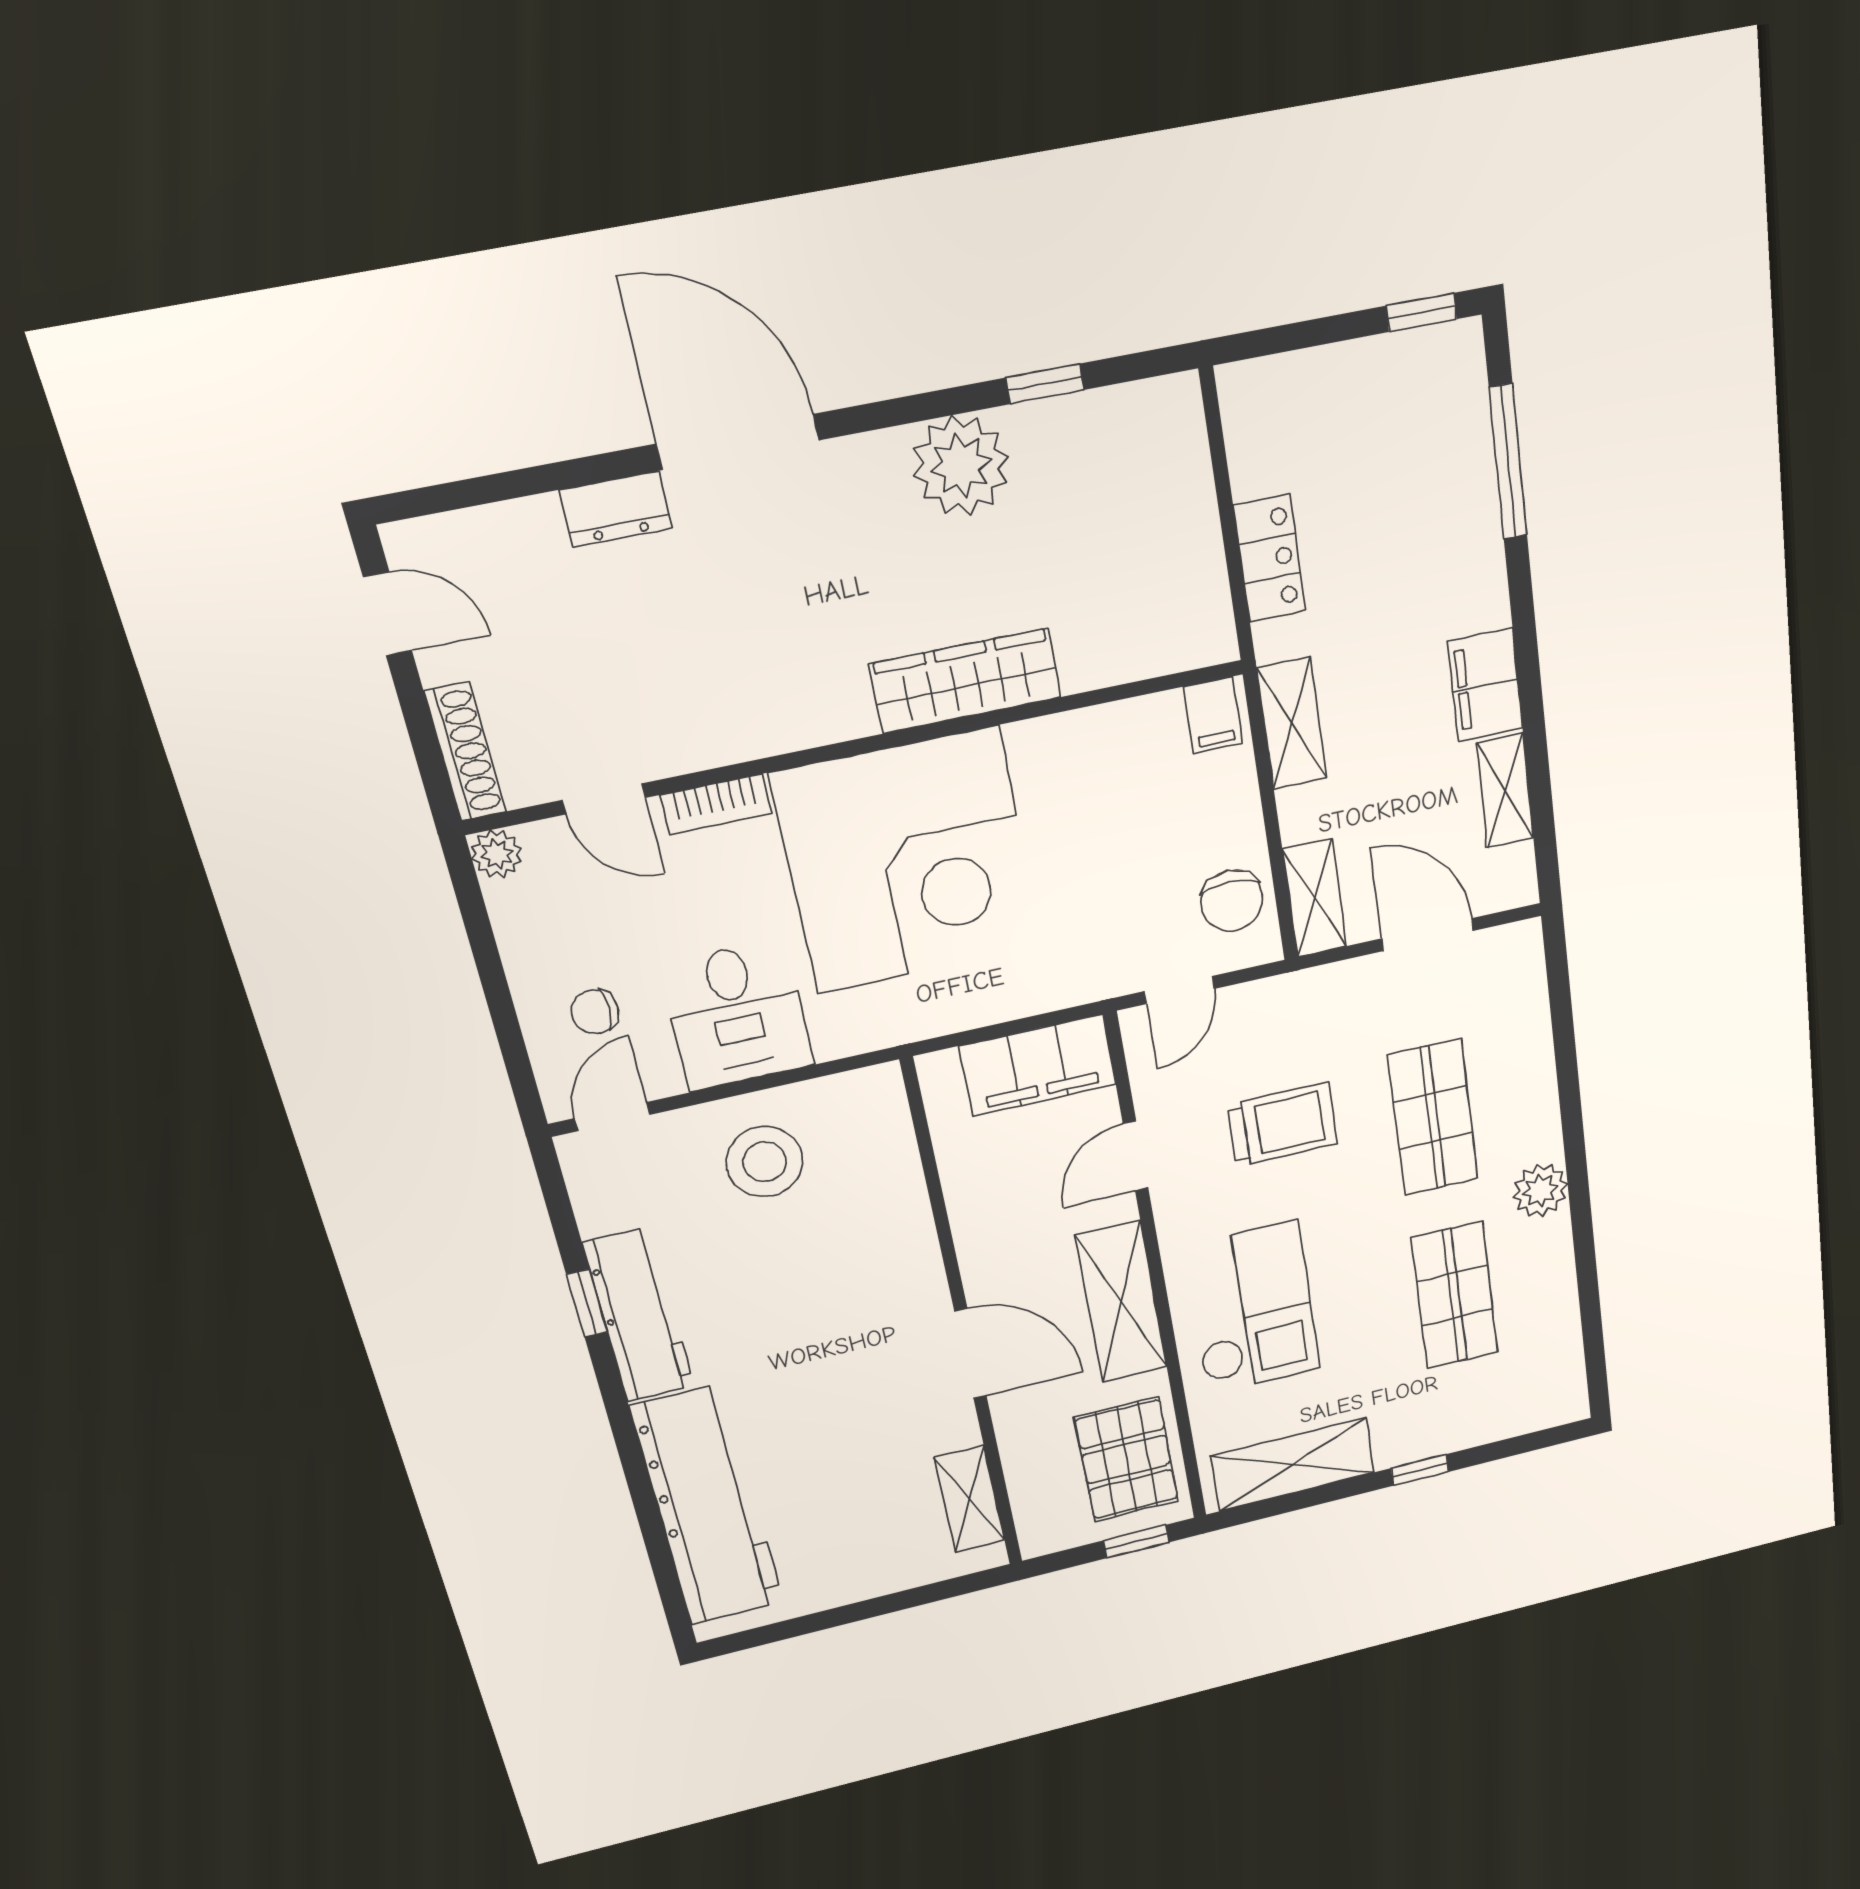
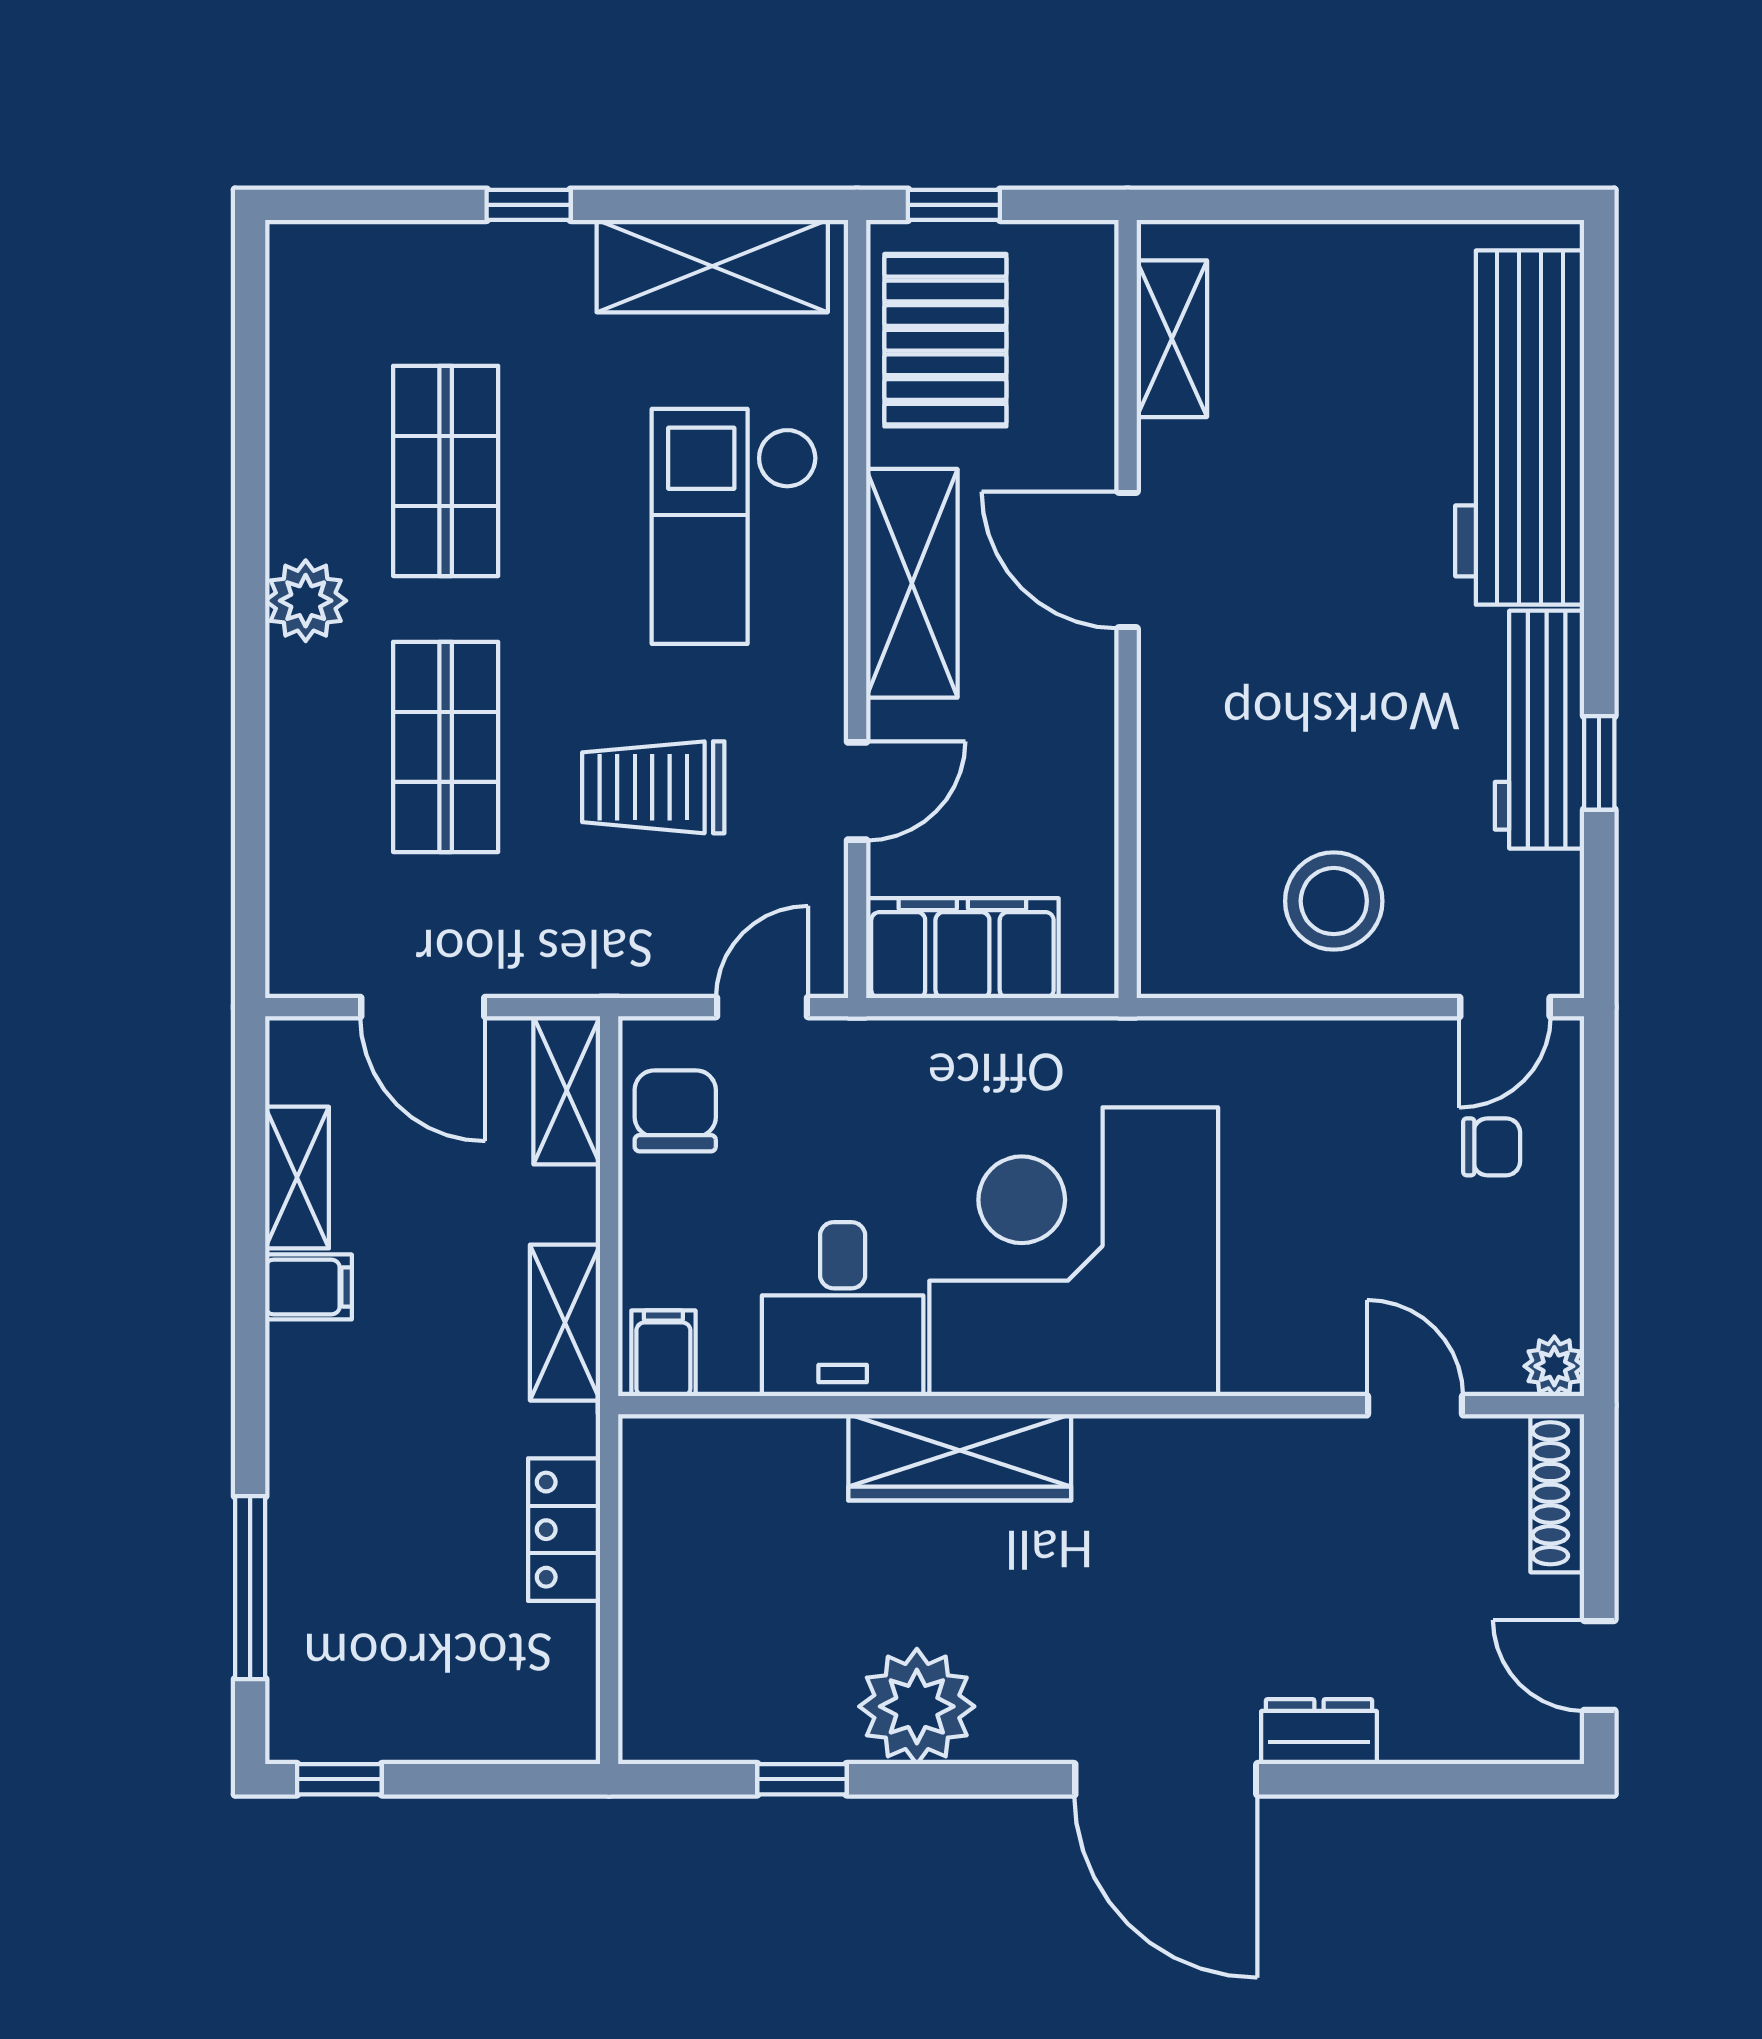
filing cabinet: (1485, 685) -> (308, 1287), width x0.50
bookcase: (716, 804) -> (1287, 1371), removed
desk: (737, 1015) -> (843, 1309), moved, turned 180

